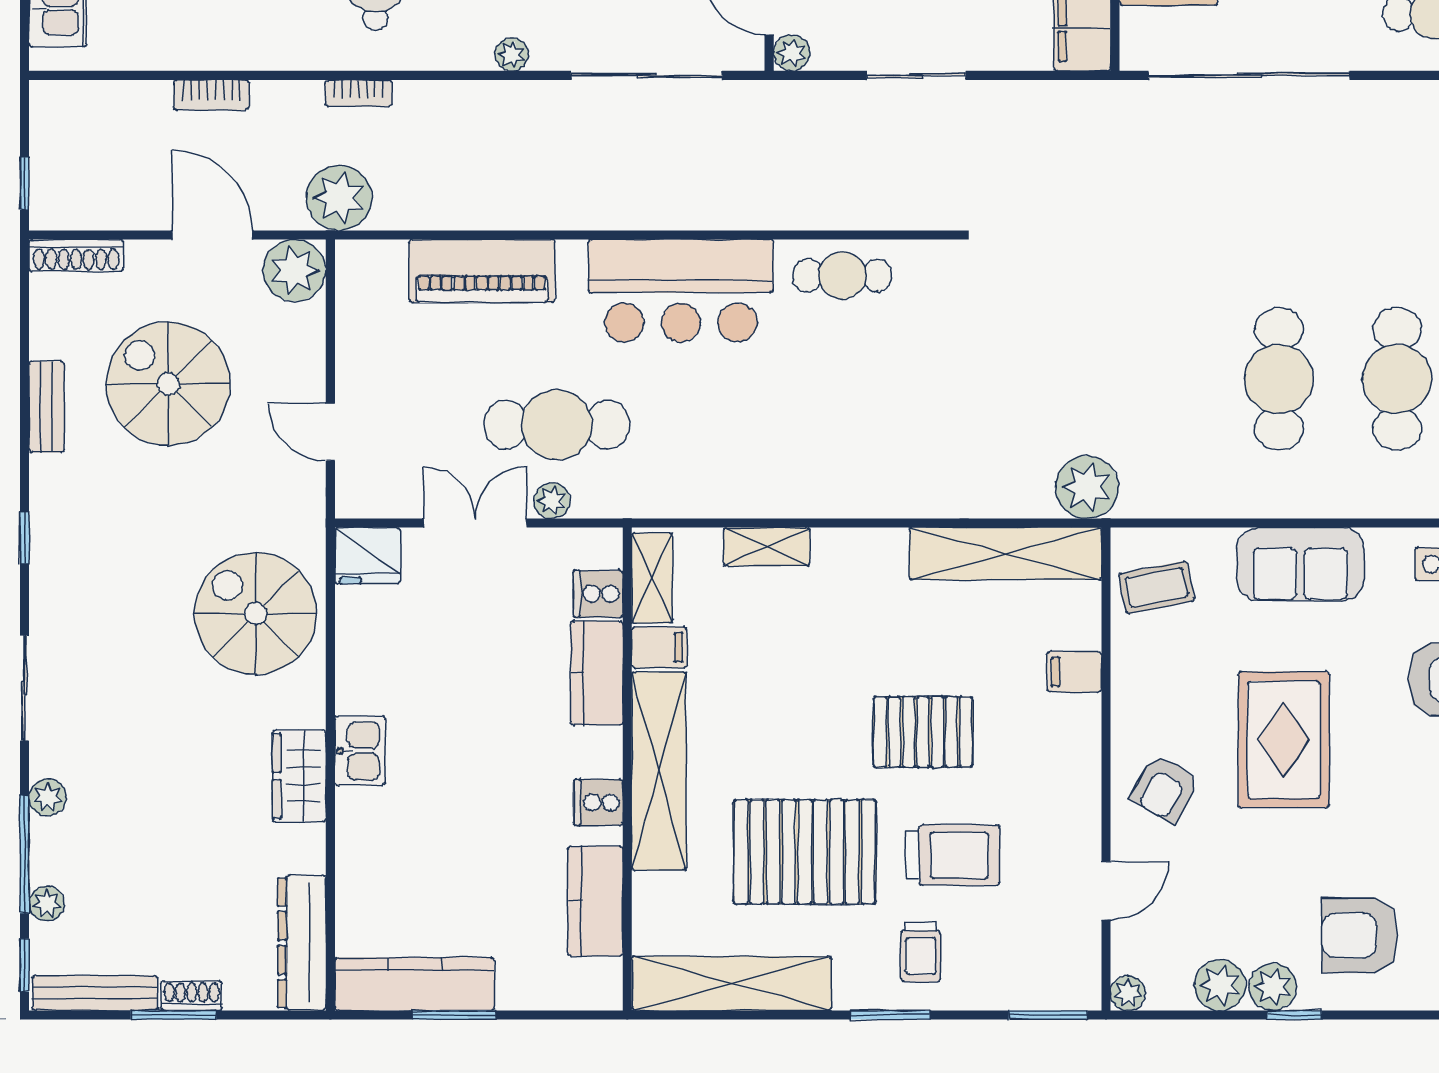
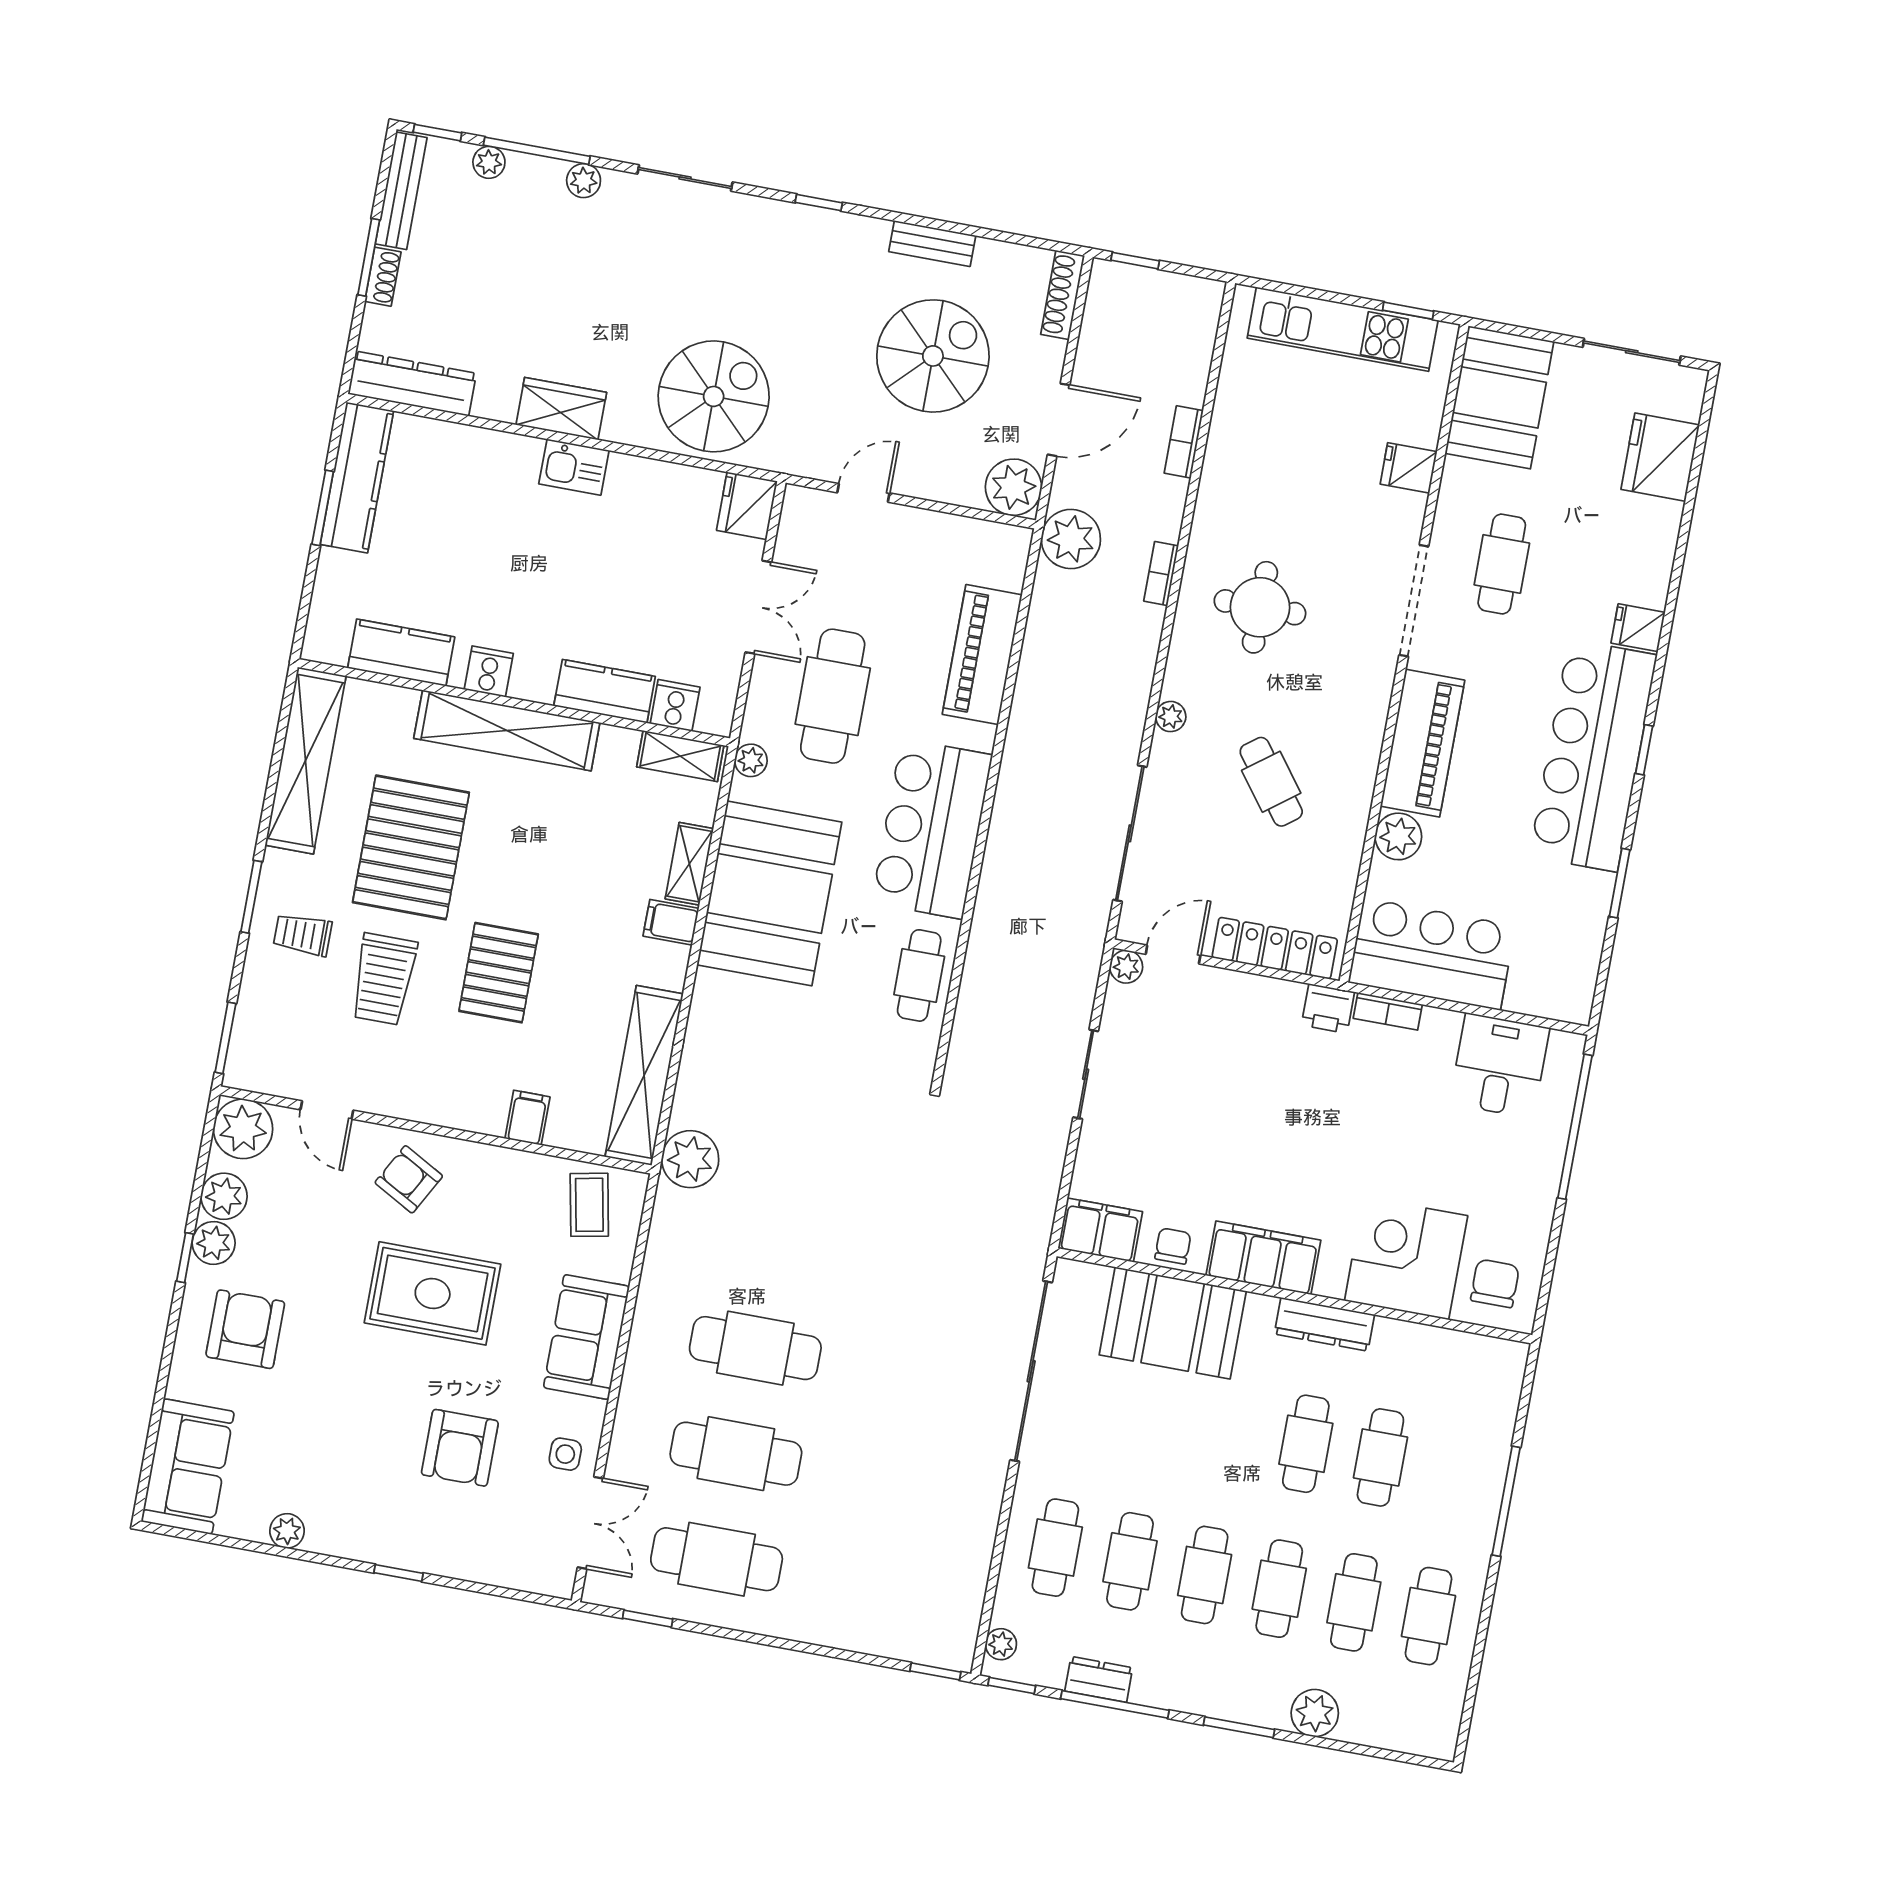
booth: (783, 454) -> (769, 893), added
plant: (552, 501) -> (751, 760), moved
filing cabinet: (659, 648) -> (671, 922), moved, turned 90
plant: (1128, 993) -> (243, 1129), width x1.88, depth x1.88

